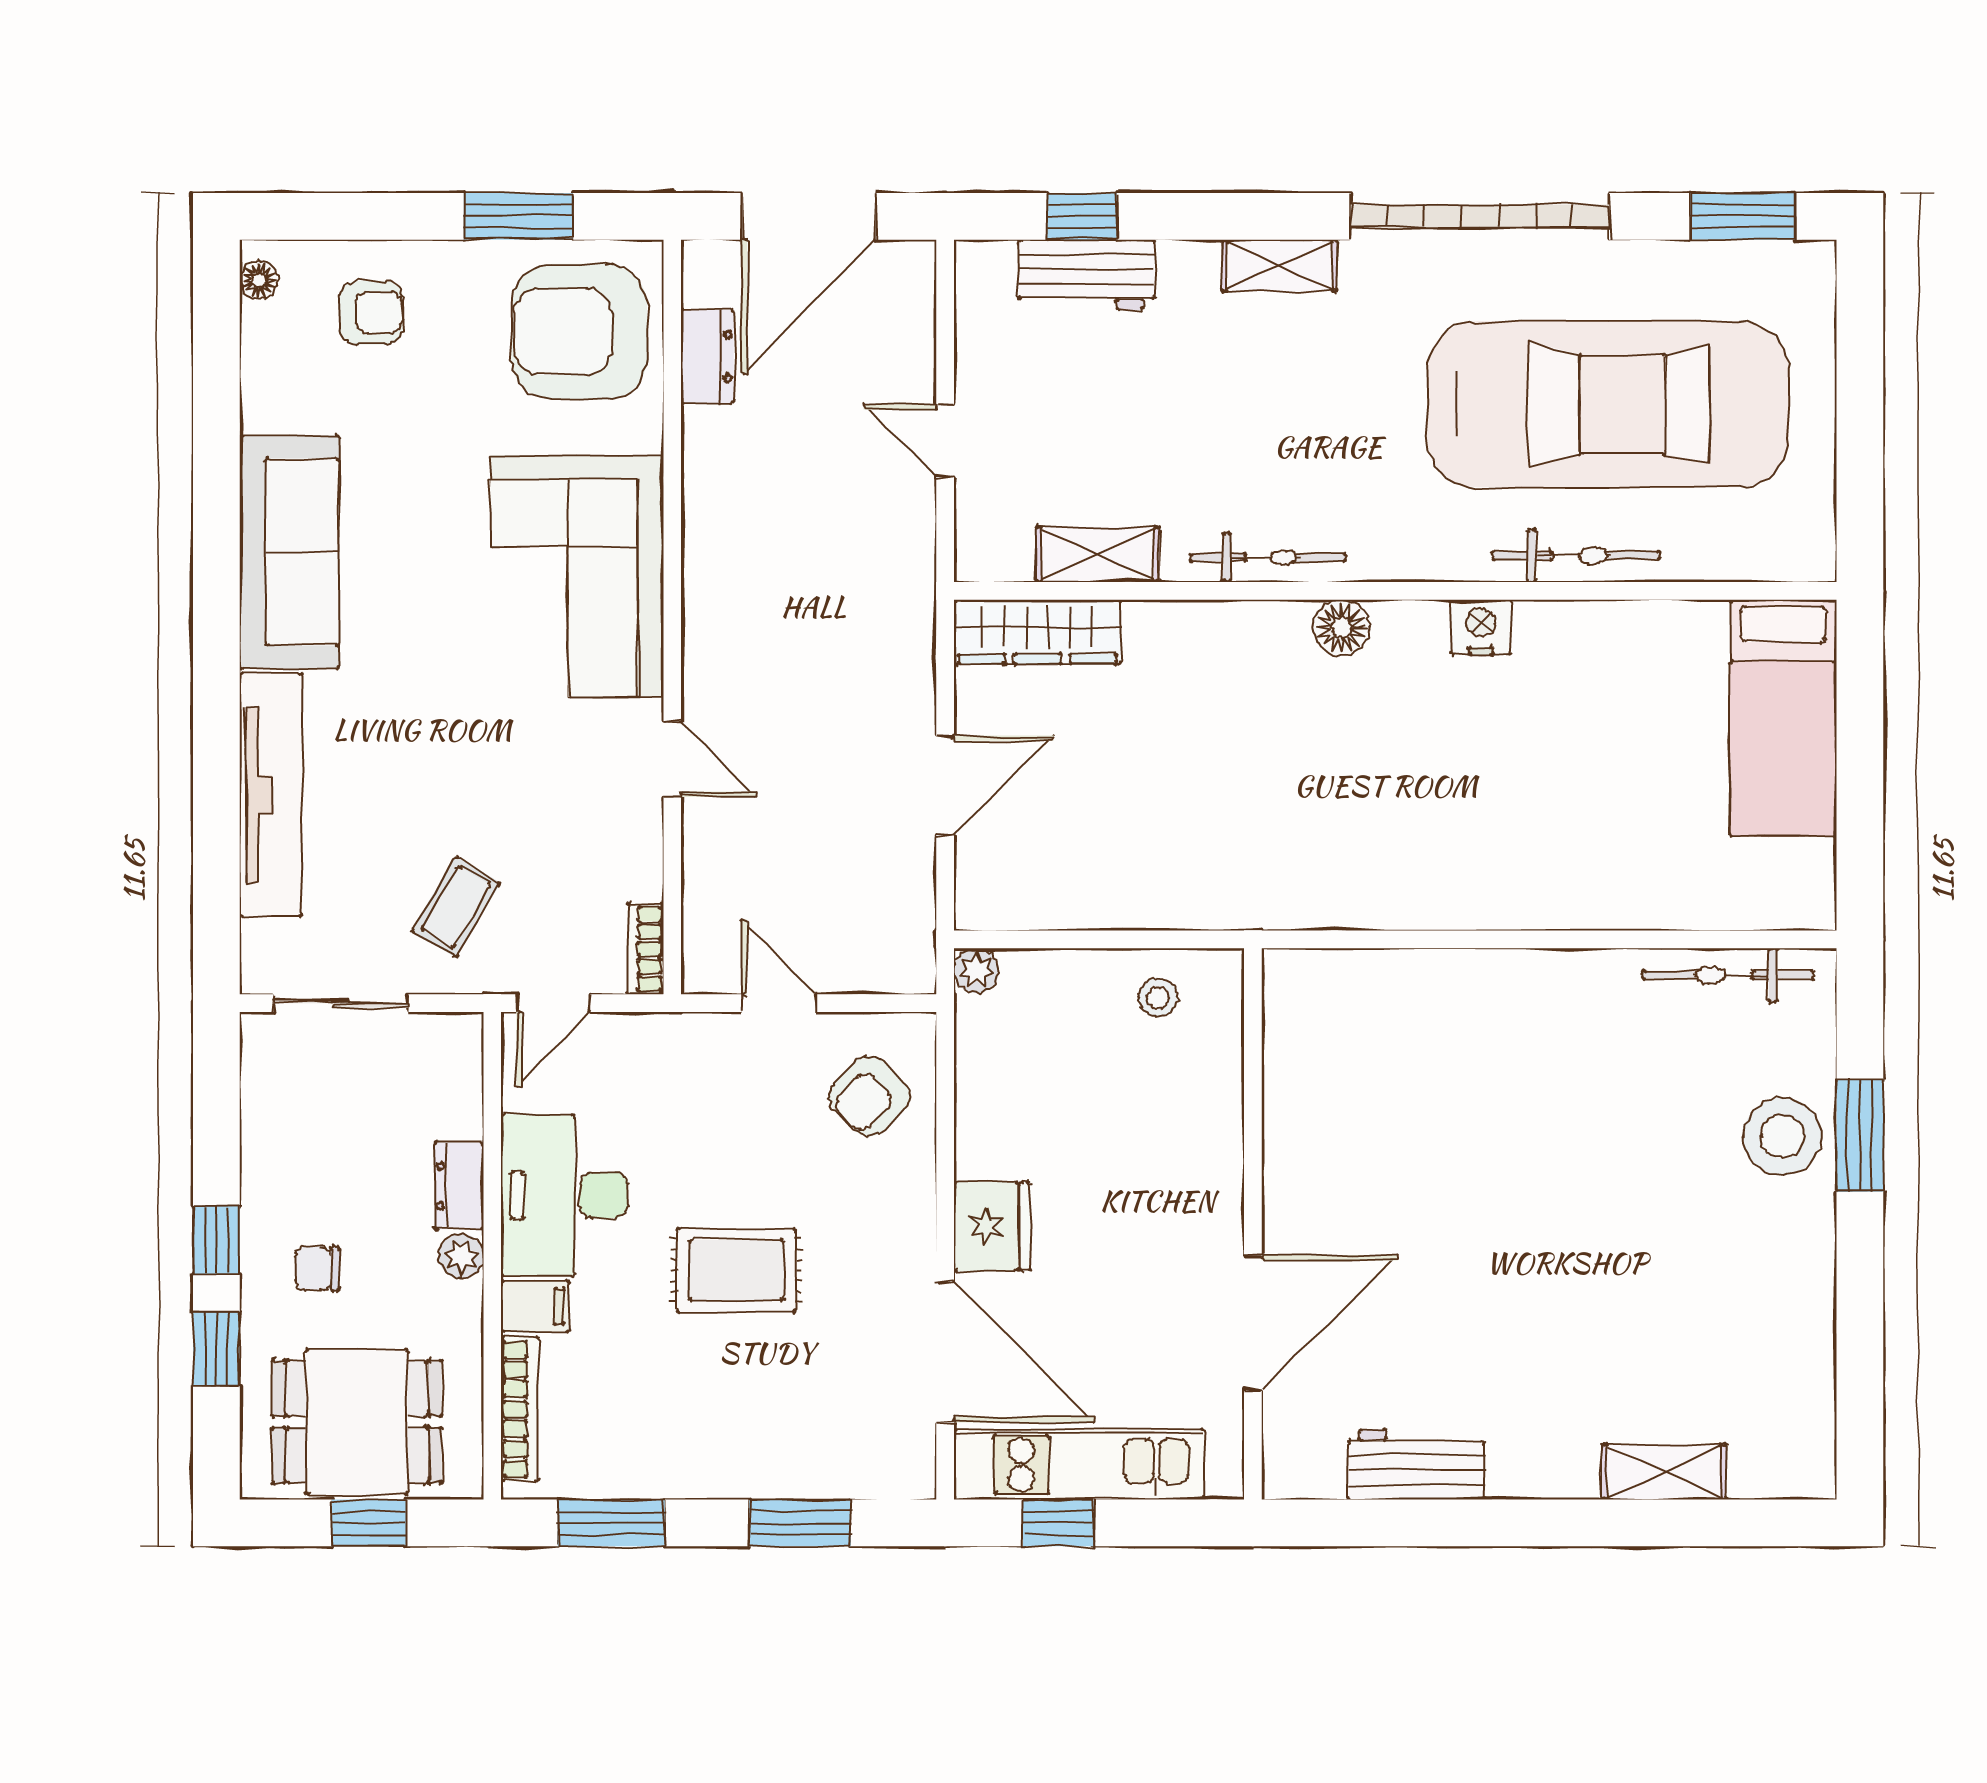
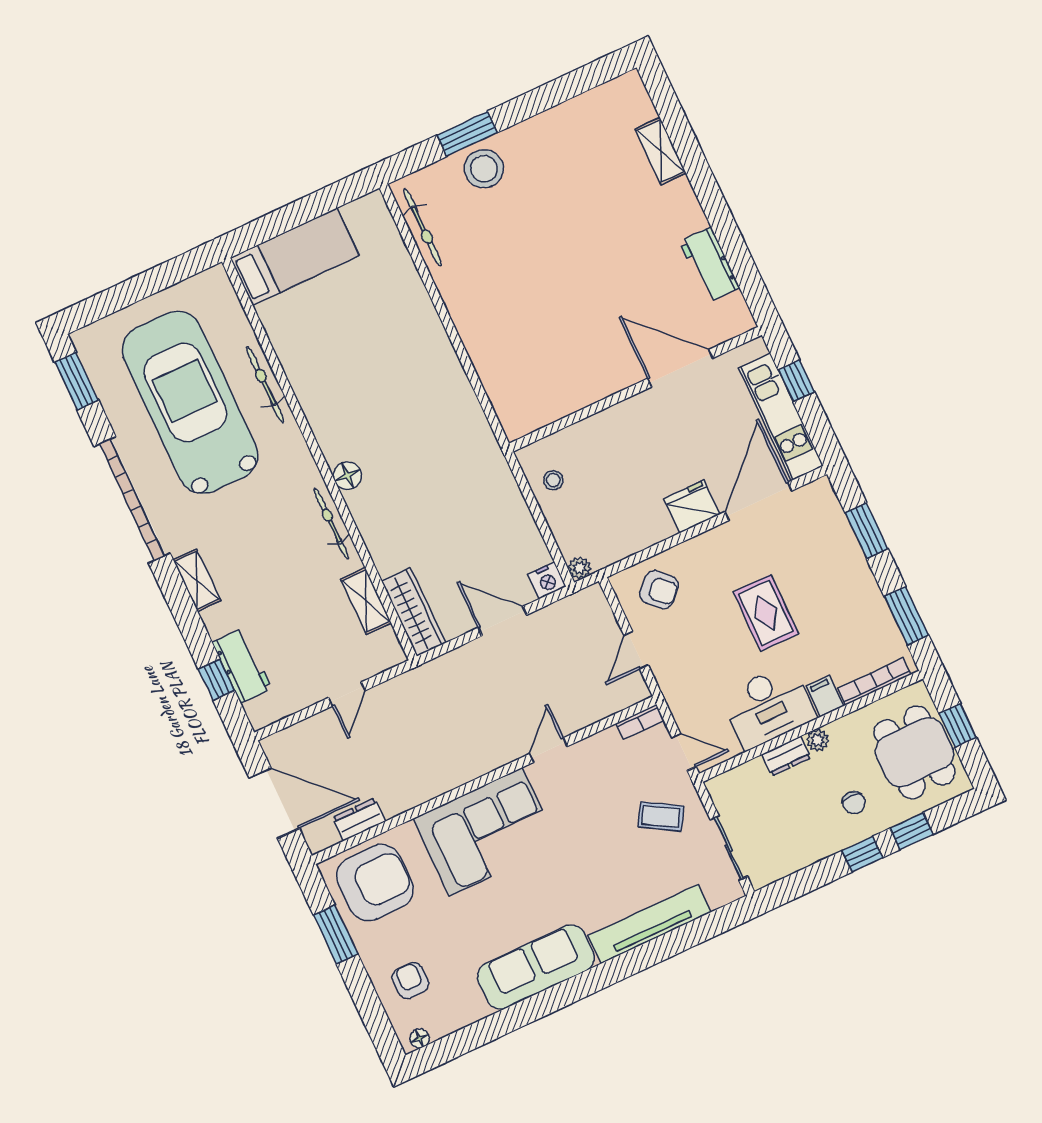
armchair: (579, 332) -> (375, 883), turned -90
nightstand: (1481, 627) -> (547, 580), moved, turned -90
window: (1058, 1523) -> (796, 381), moved

